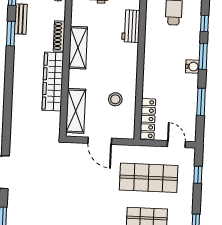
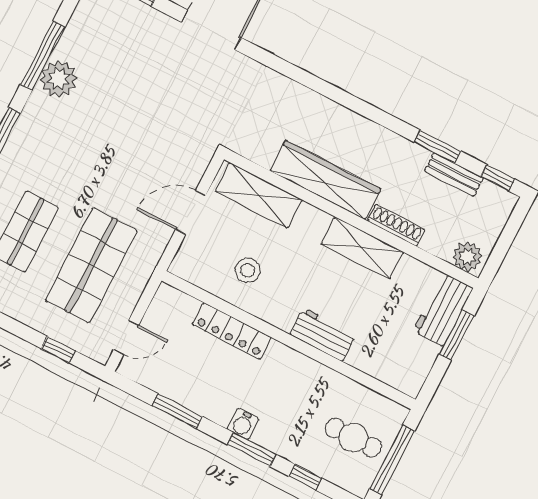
workbench: (131, 26) -> (323, 335), moved
locker: (148, 119) -> (232, 331), moved

